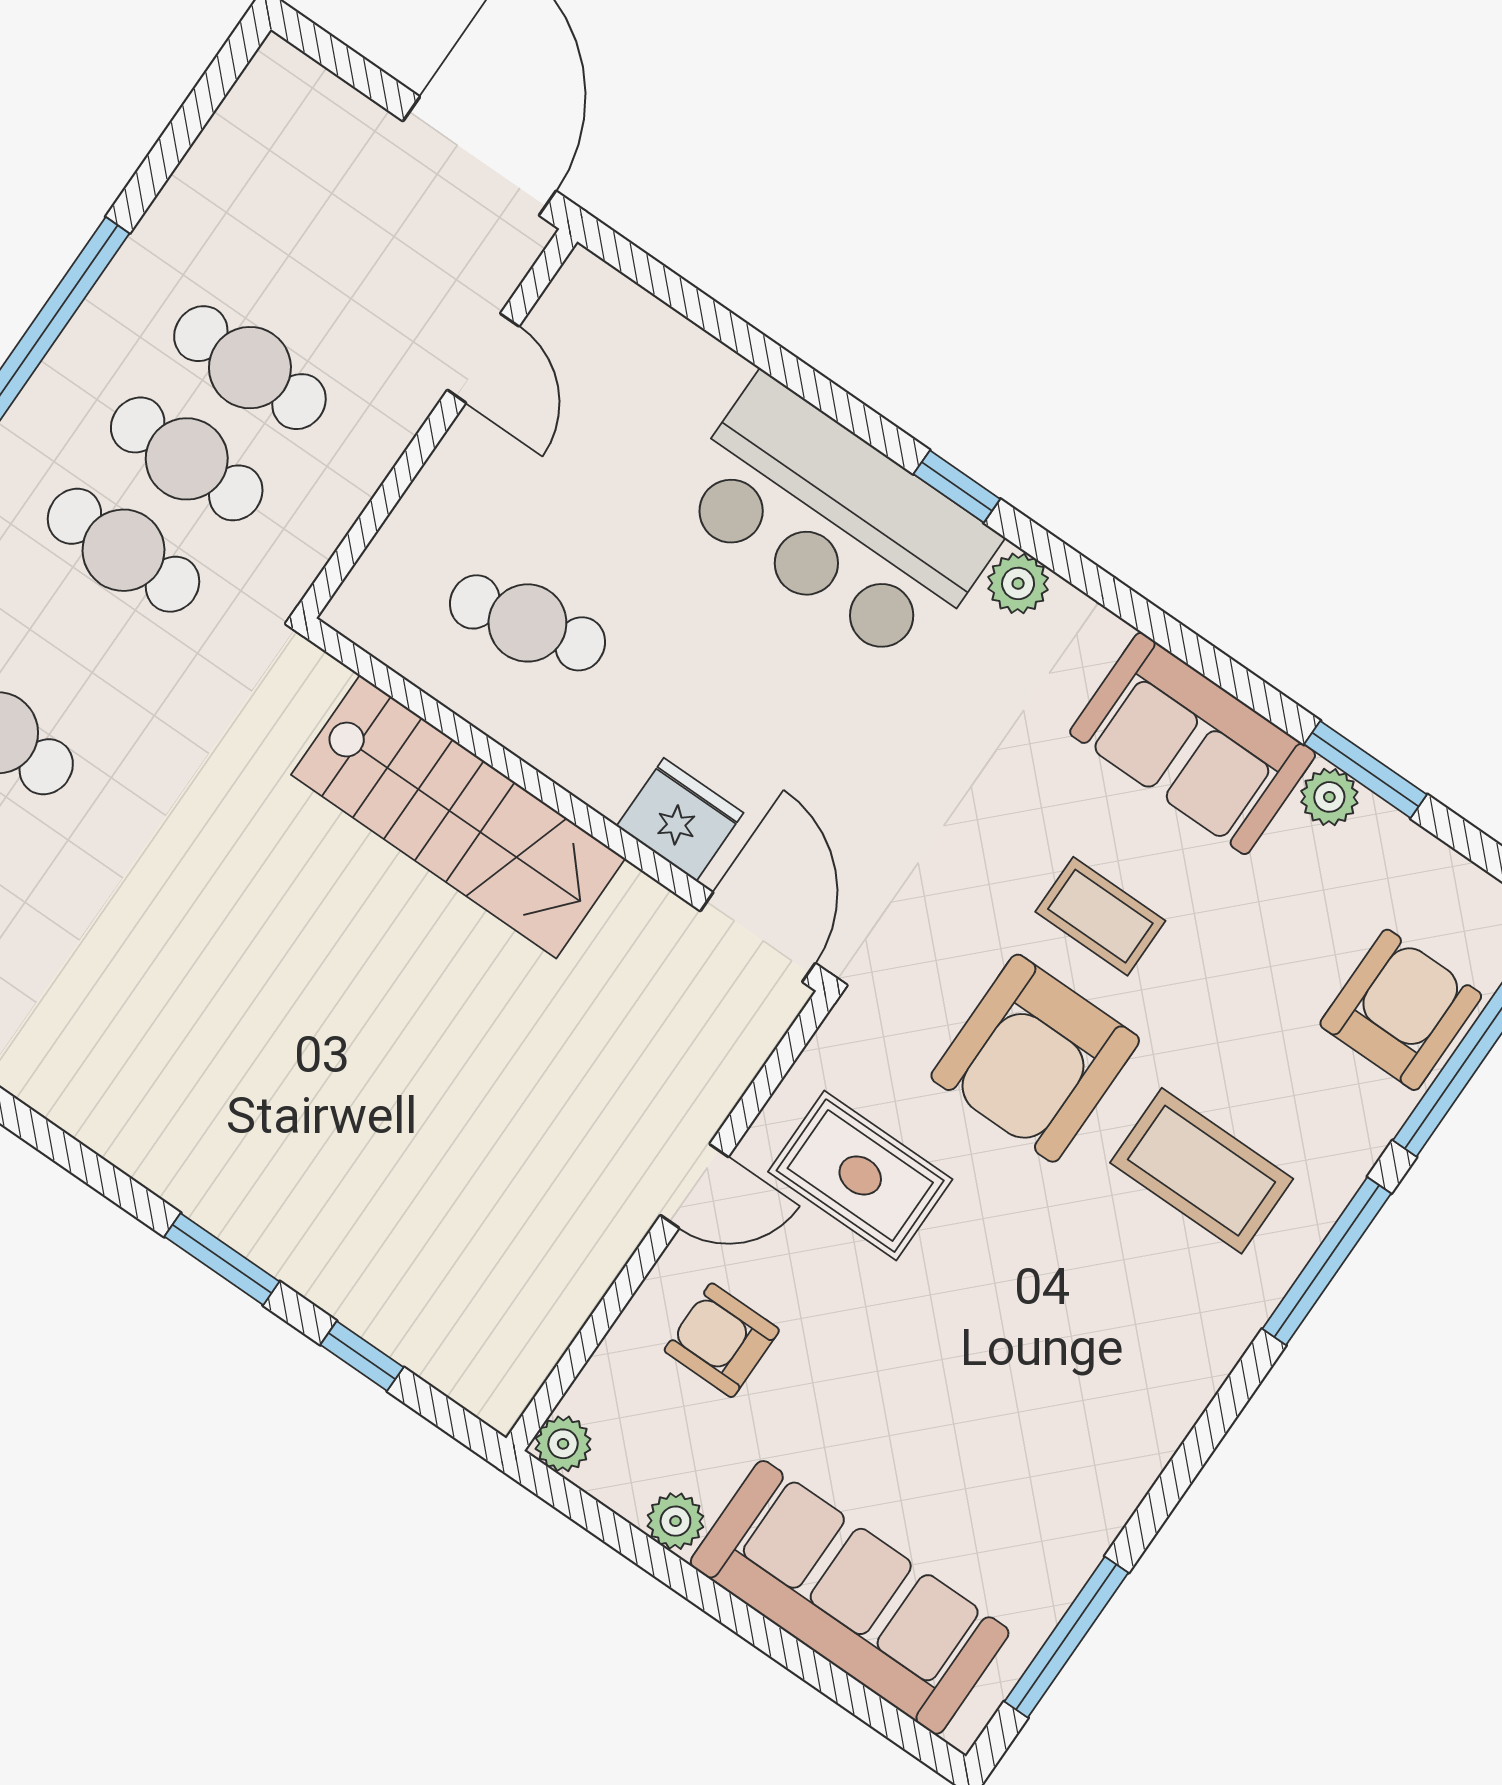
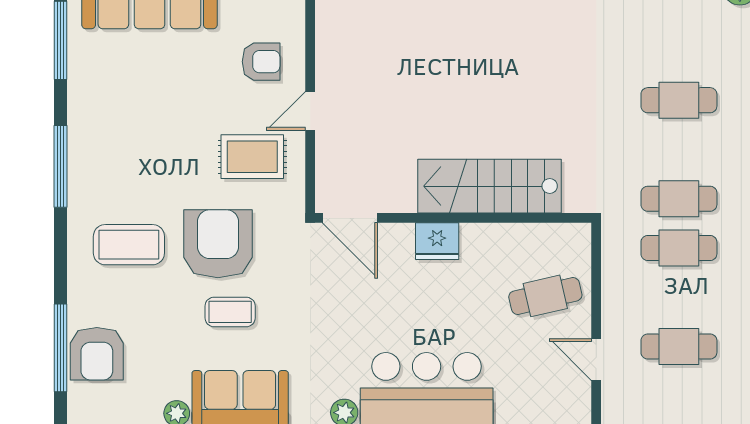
cafe table: (250, 368) -> (679, 347), moved
cafe table: (527, 623) -> (545, 296), moved
fridge: (680, 819) -> (437, 241), moved
window: (1327, 1261) -> (60, 166), moved

